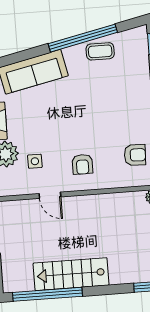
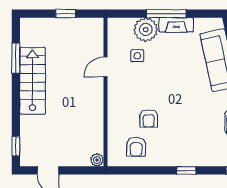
armchair: (82, 164) -> (149, 118), moved, turned -90
window: (47, 294) -> (16, 58), width x0.47

